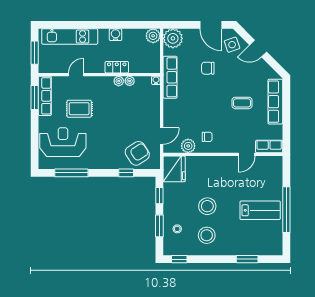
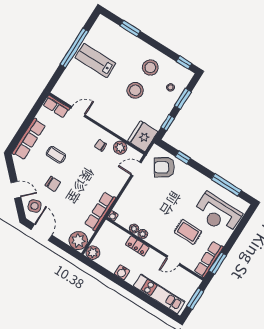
chair: (208, 68) -> (53, 184), moved

